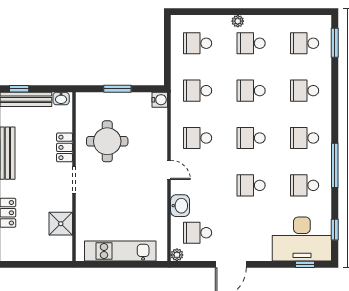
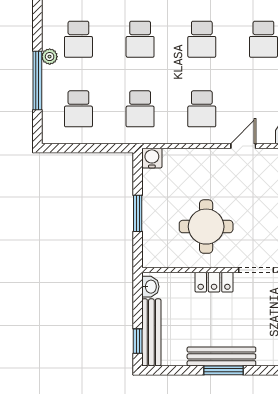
window: (219, 12) -> (37, 81), added

